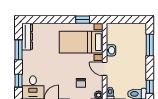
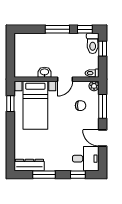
window: (150, 45) -> (57, 29), moved

